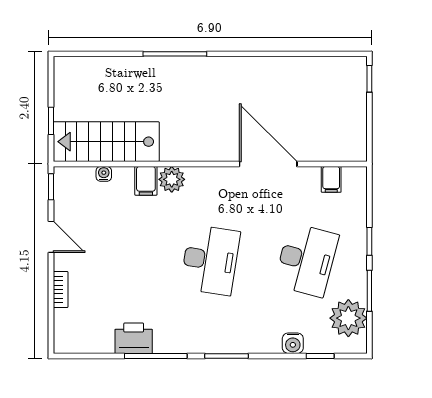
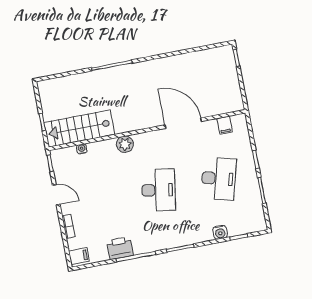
filing cabinet: (146, 181) -> (79, 256), moved, turned -90
plant: (348, 318) -> (252, 210), removed

